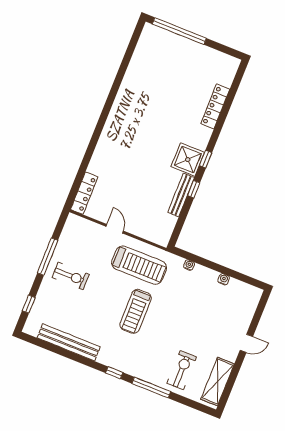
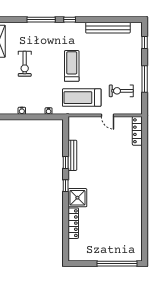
shower: (188, 160) -> (77, 198), moved
exercise bike: (71, 276) -> (121, 91), moved
exercise bike: (182, 370) -> (25, 64), moved

